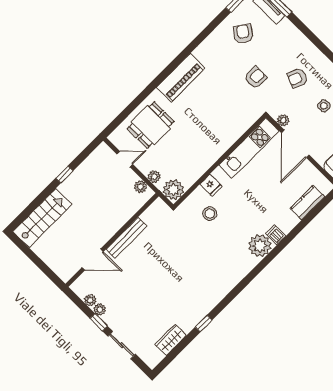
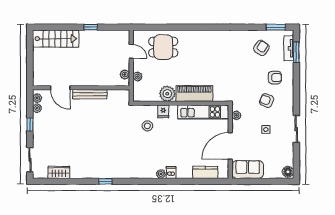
piano: (181, 78) -> (194, 94), moved, turned 180
armchair: (255, 78) -> (275, 78), moved
door: (295, 144) -> (230, 146), moved
plant: (173, 190) -> (167, 94), moved
plant: (260, 246) -> (161, 174), width x0.53, depth x0.53
plant: (100, 309) -> (37, 98), moved
window: (204, 324) -> (105, 181), moved
sliding door: (122, 345) -> (30, 160), moved

